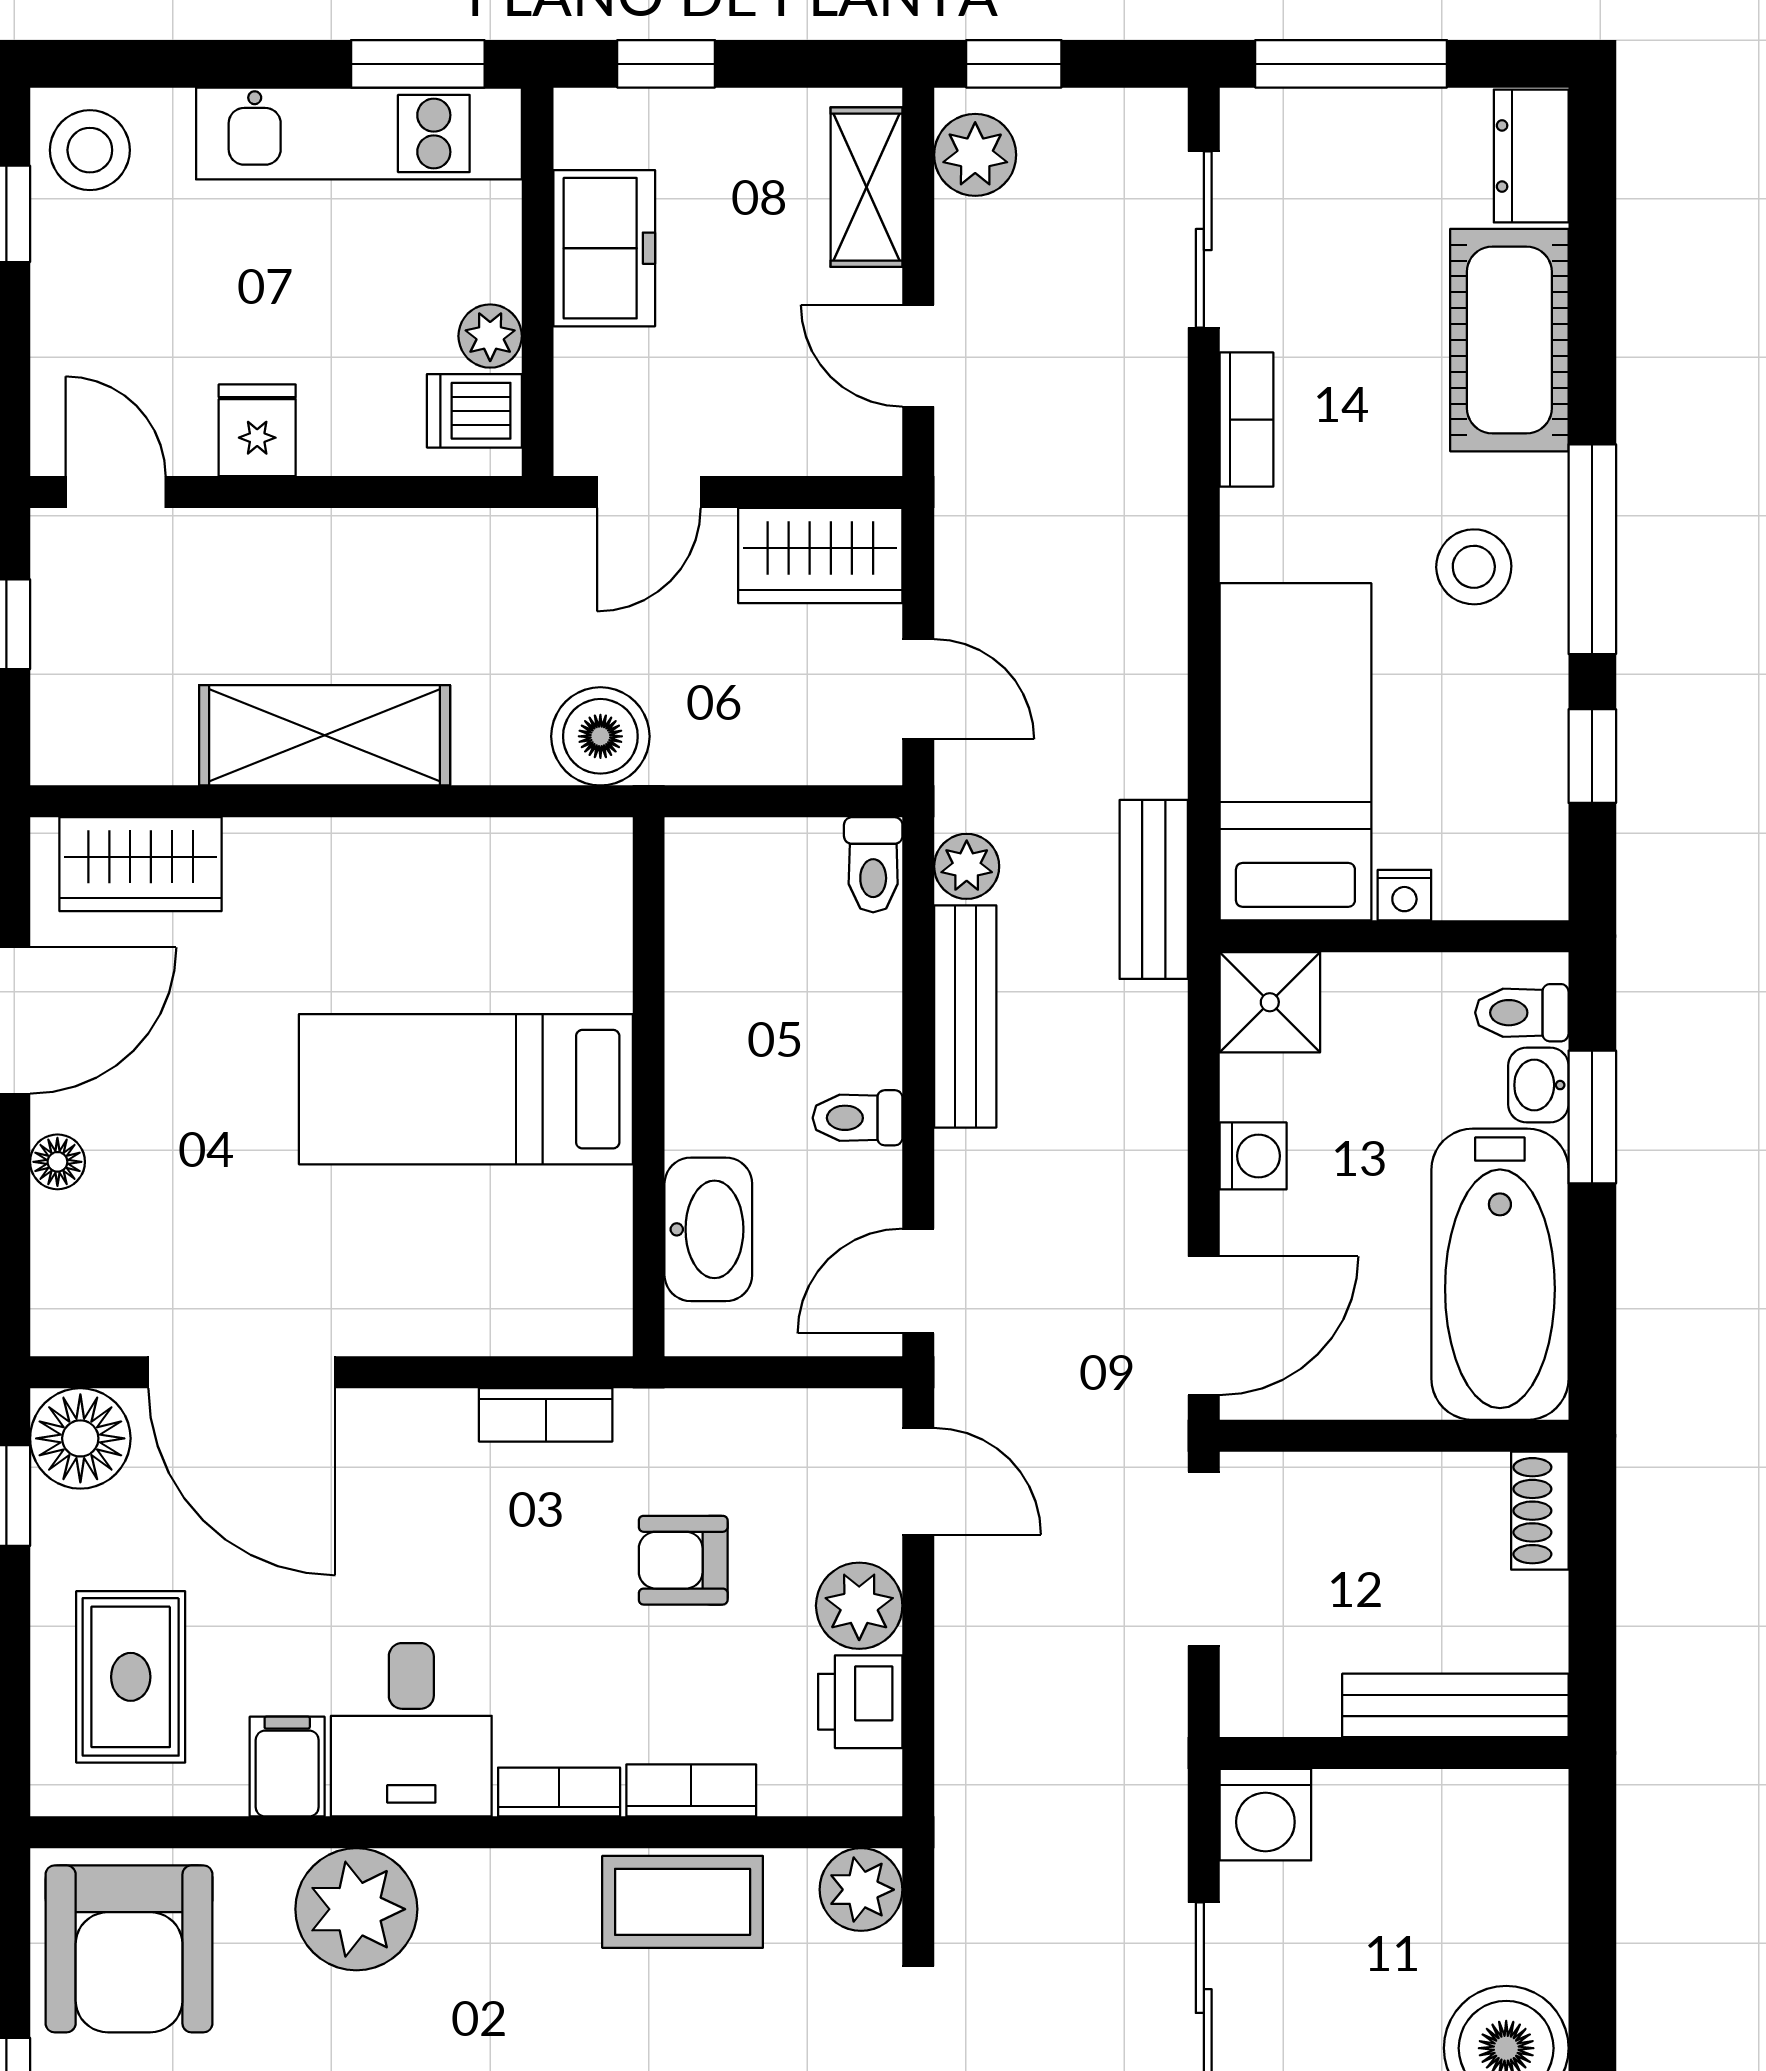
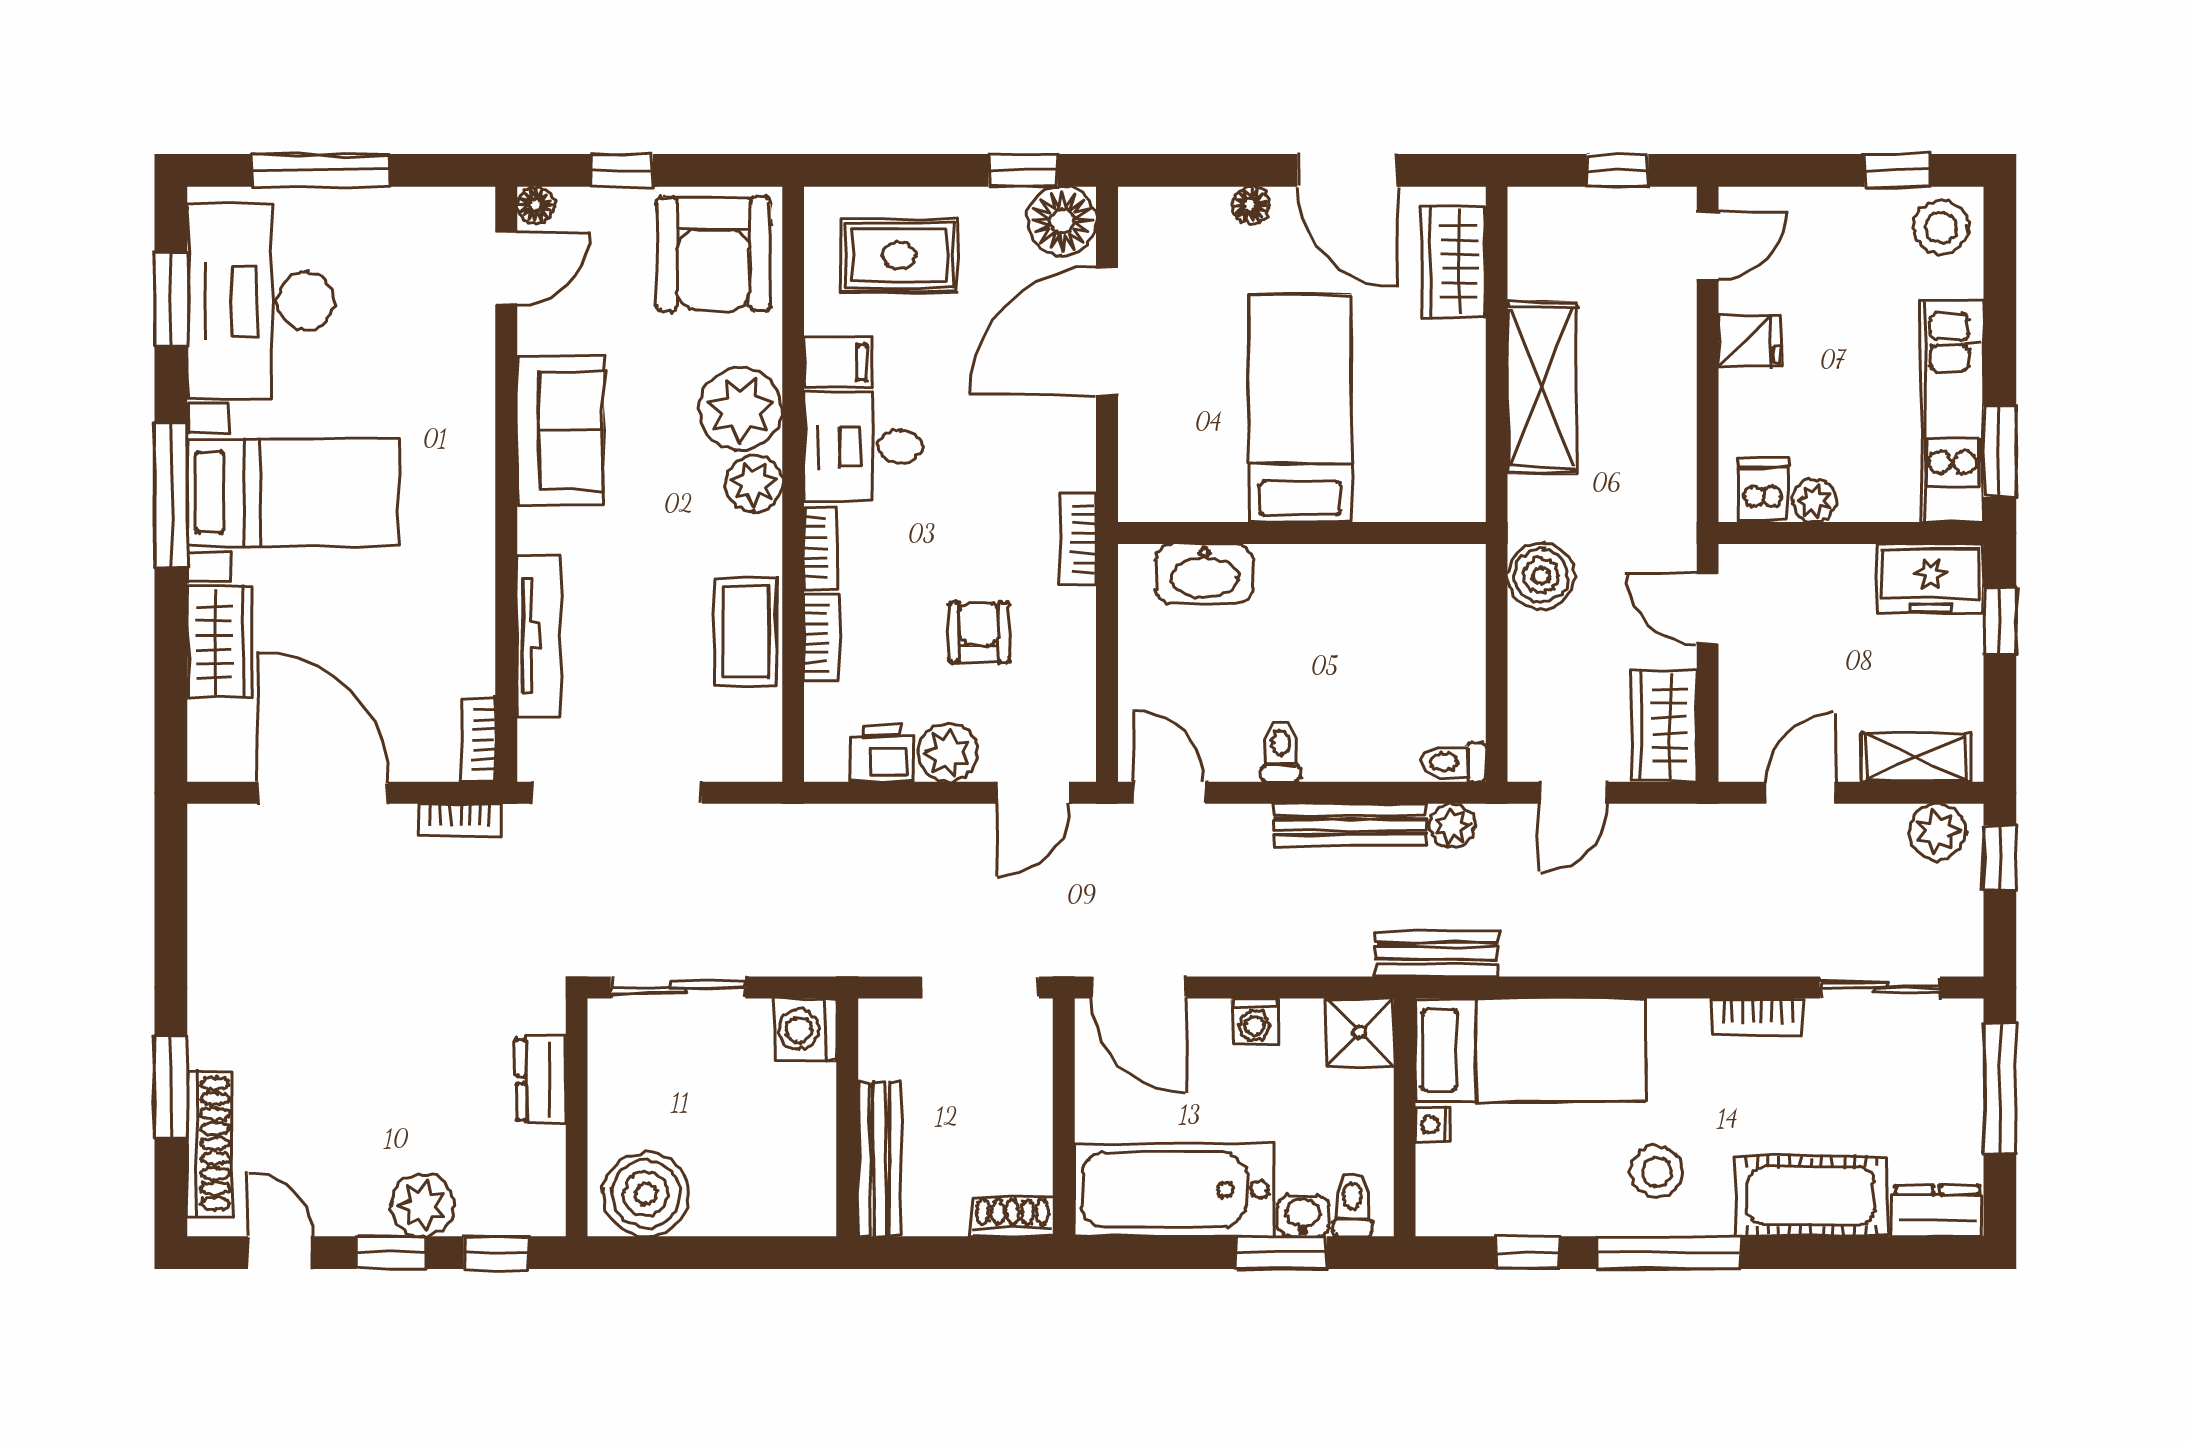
freezer: (604, 248) -> (1930, 578), moved
wall: (649, 1087) -> (1302, 533), moved
bed: (466, 1089) -> (1300, 408), moved
washbasin: (708, 1229) -> (1205, 574), moved
plant: (861, 1890) -> (754, 484), moved
armchair: (129, 1949) -> (714, 254), turned -90

